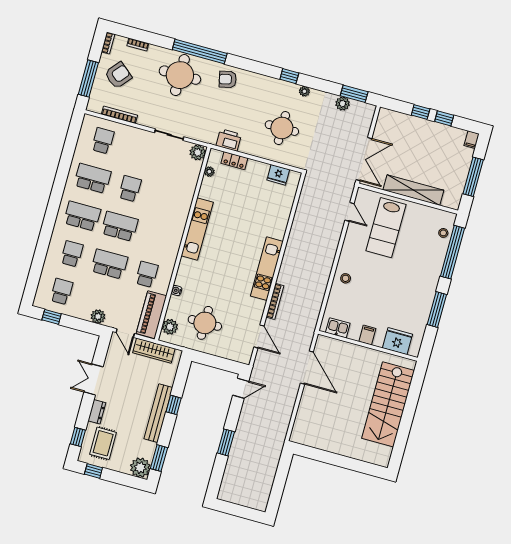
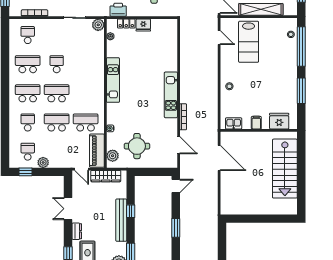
fridge: (278, 175) -> (143, 25), moved
school desk: (147, 274) -> (86, 123), width x1.85
plant: (98, 316) -> (43, 162), moved

